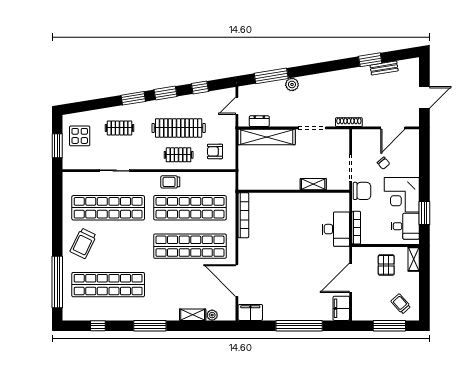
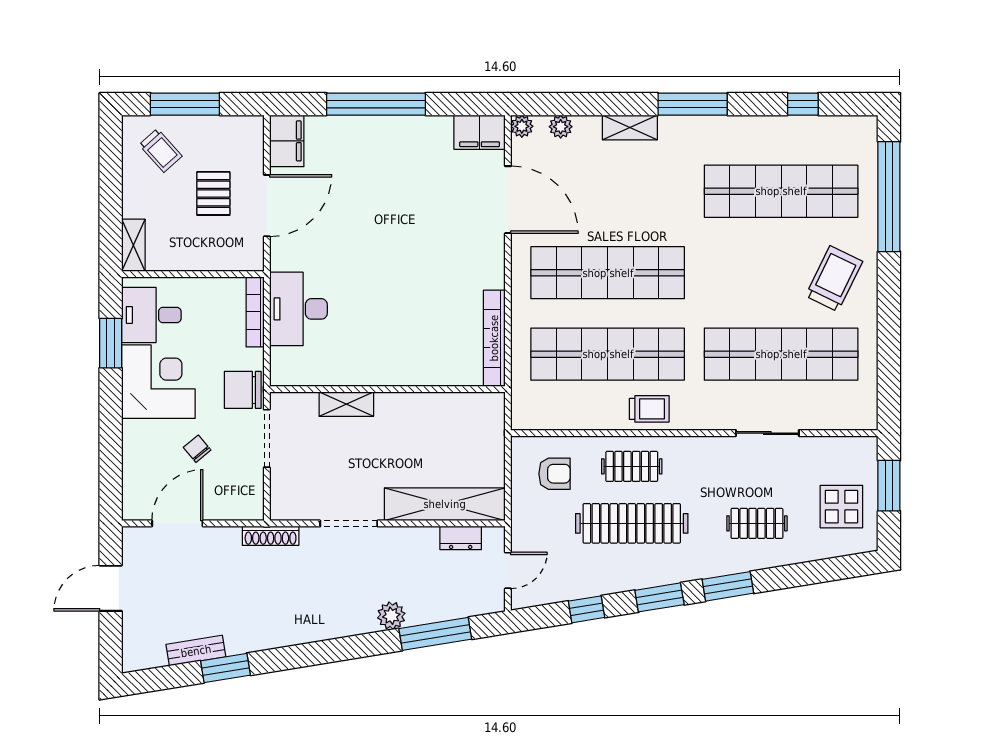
pallet: (386, 265) -> (213, 193), moved
shelving: (193, 315) -> (630, 127), moved
plant: (230, 315) -> (522, 126), added

